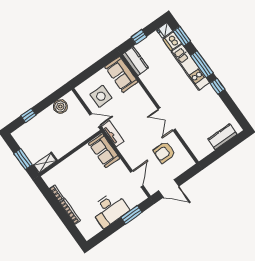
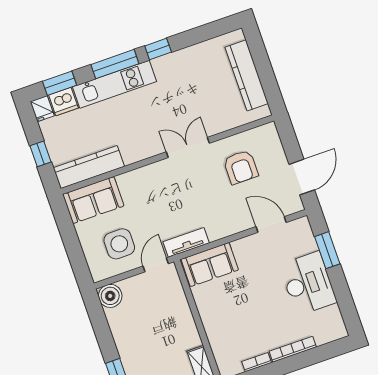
kitchen counter: (135, 61) -> (89, 167), width x1.50
boiler: (60, 106) -> (110, 296), moved
double door: (167, 119) -> (188, 148), swing flipped
kitchen counter: (222, 137) -> (247, 75), width x1.50

